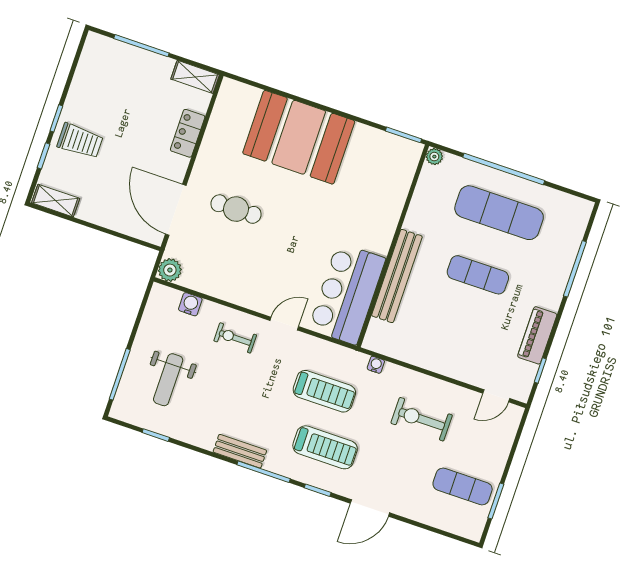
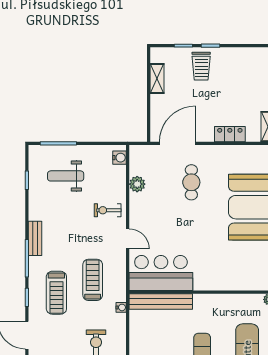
shelving: (56, 201) -> (157, 78), moved
plant: (170, 270) -> (137, 184), moved
bench: (397, 276) -> (161, 302), moved
water cooler: (190, 304) -> (120, 158), moved
exercise bike: (235, 338) -> (108, 210), turned -90
treadmill: (324, 391) -> (93, 280), turned 180

